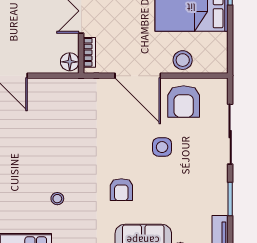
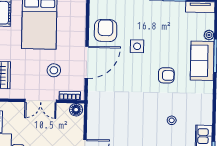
stool: (183, 60) -> (54, 70), moved
armchair: (184, 102) -> (106, 30), turned -90

